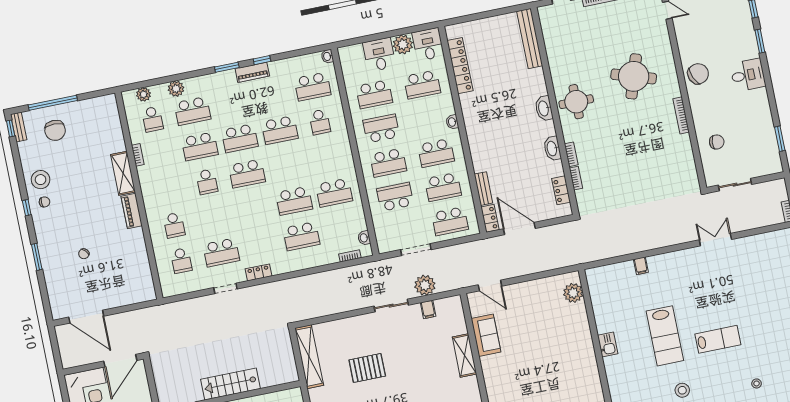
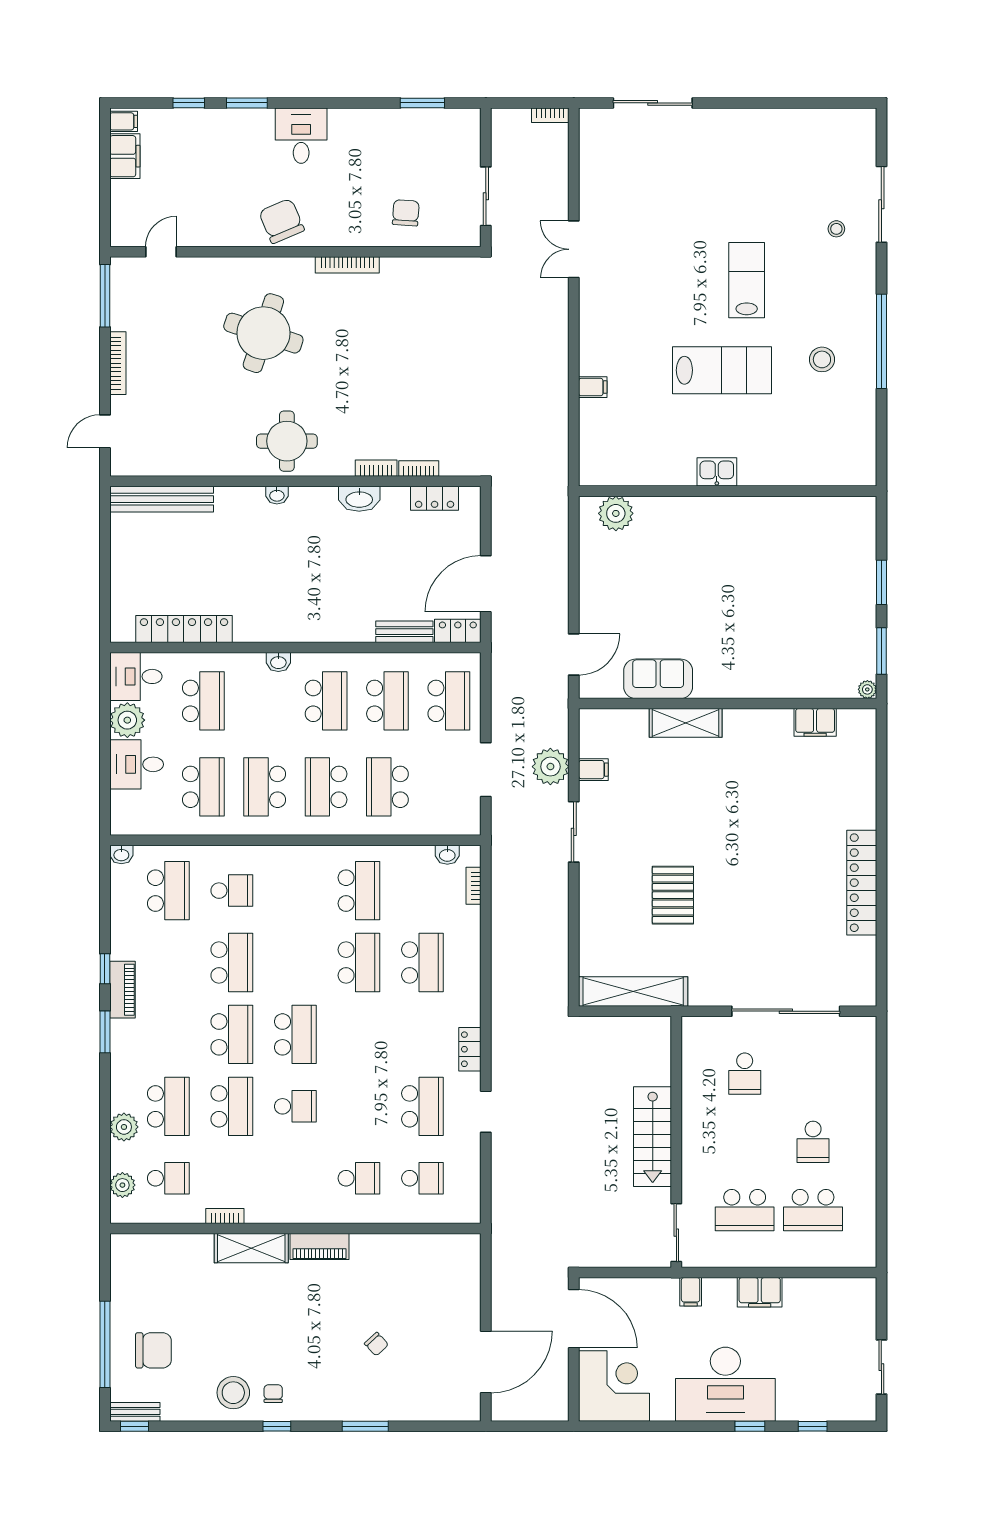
washbasin: (544, 108) -> (277, 495), width x0.52, depth x0.69
school desk: (388, 163) -> (326, 787), turned 180

